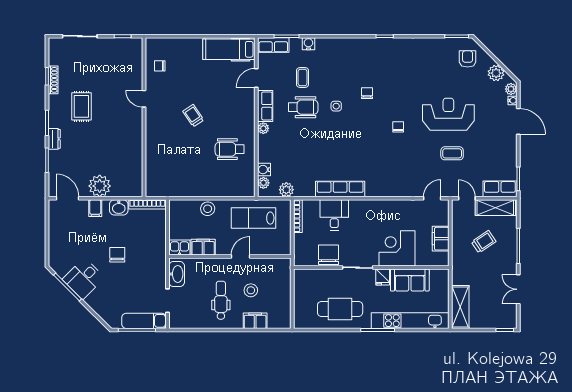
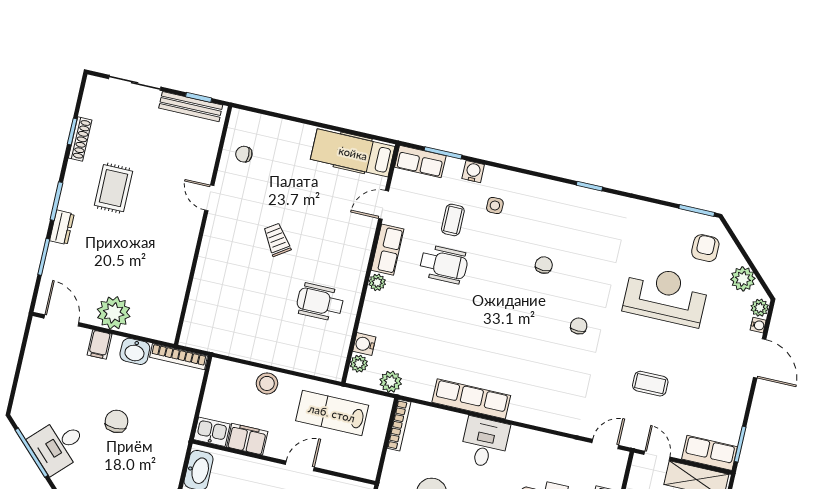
bench: (119, 43) -> (191, 107), added
side table: (336, 106) -> (495, 206), moved
reception desk: (448, 114) -> (666, 296), moved
desk: (334, 215) -> (485, 443), moved

